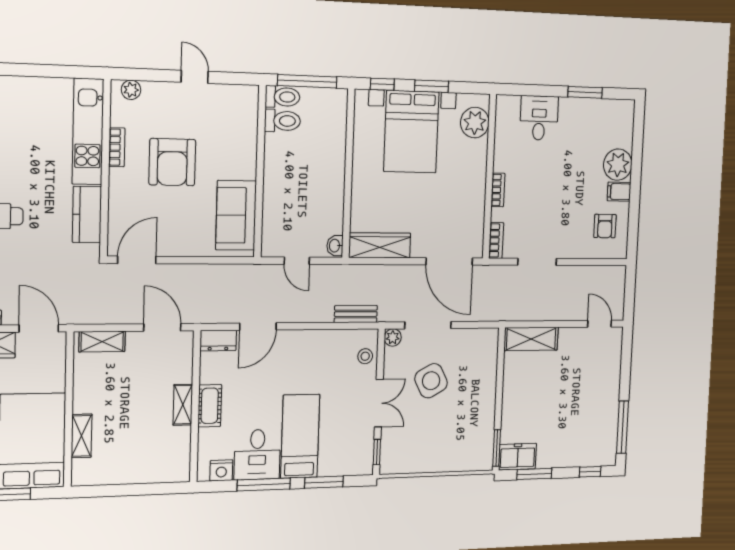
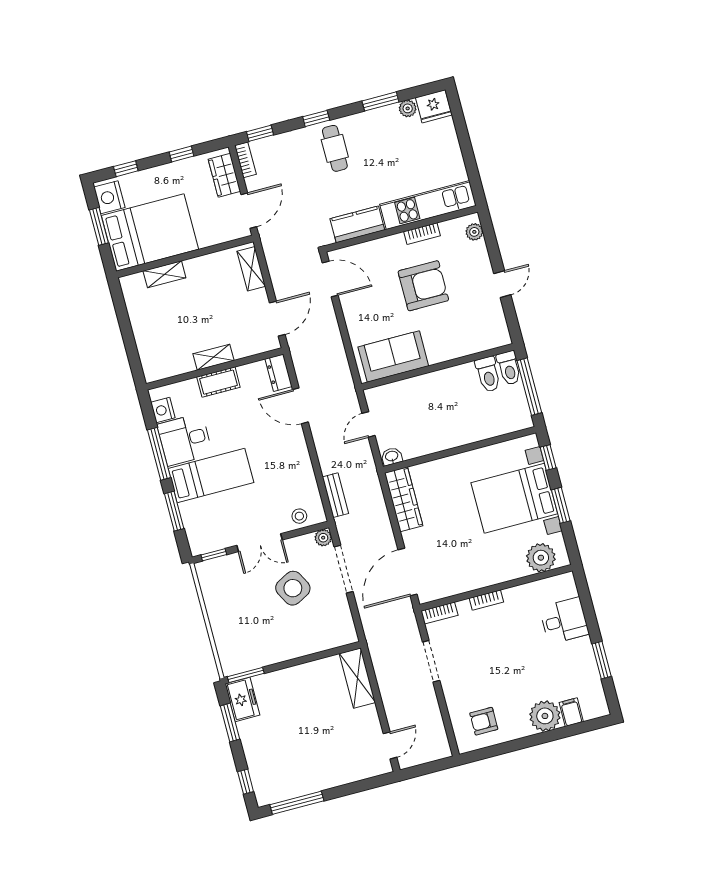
armchair: (172, 162) -> (423, 286), turned 180
filing cabinet: (619, 192) -> (571, 712), moved

